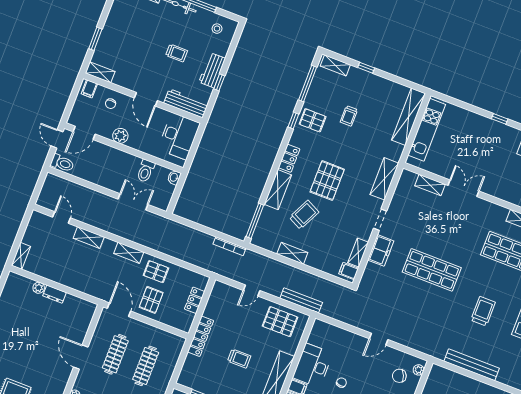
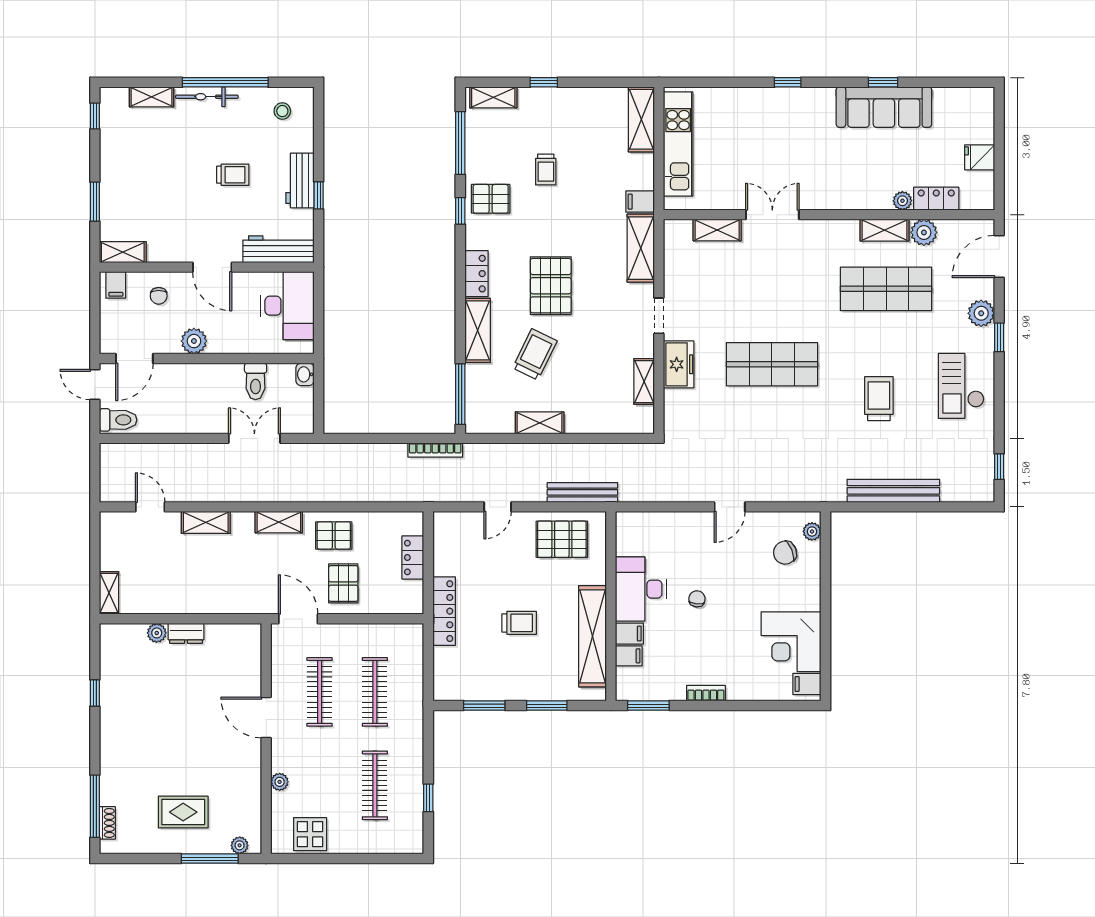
shelving: (409, 117) -> (641, 119), width x0.68
filing cabinet: (349, 271) -> (640, 202), moved

